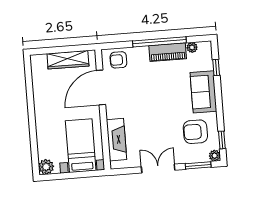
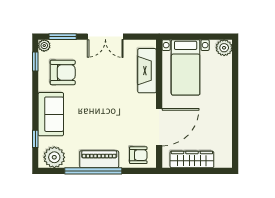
plant: (192, 47) -> (54, 157), width x1.88, depth x1.88
piano: (168, 52) -> (99, 159), moved

